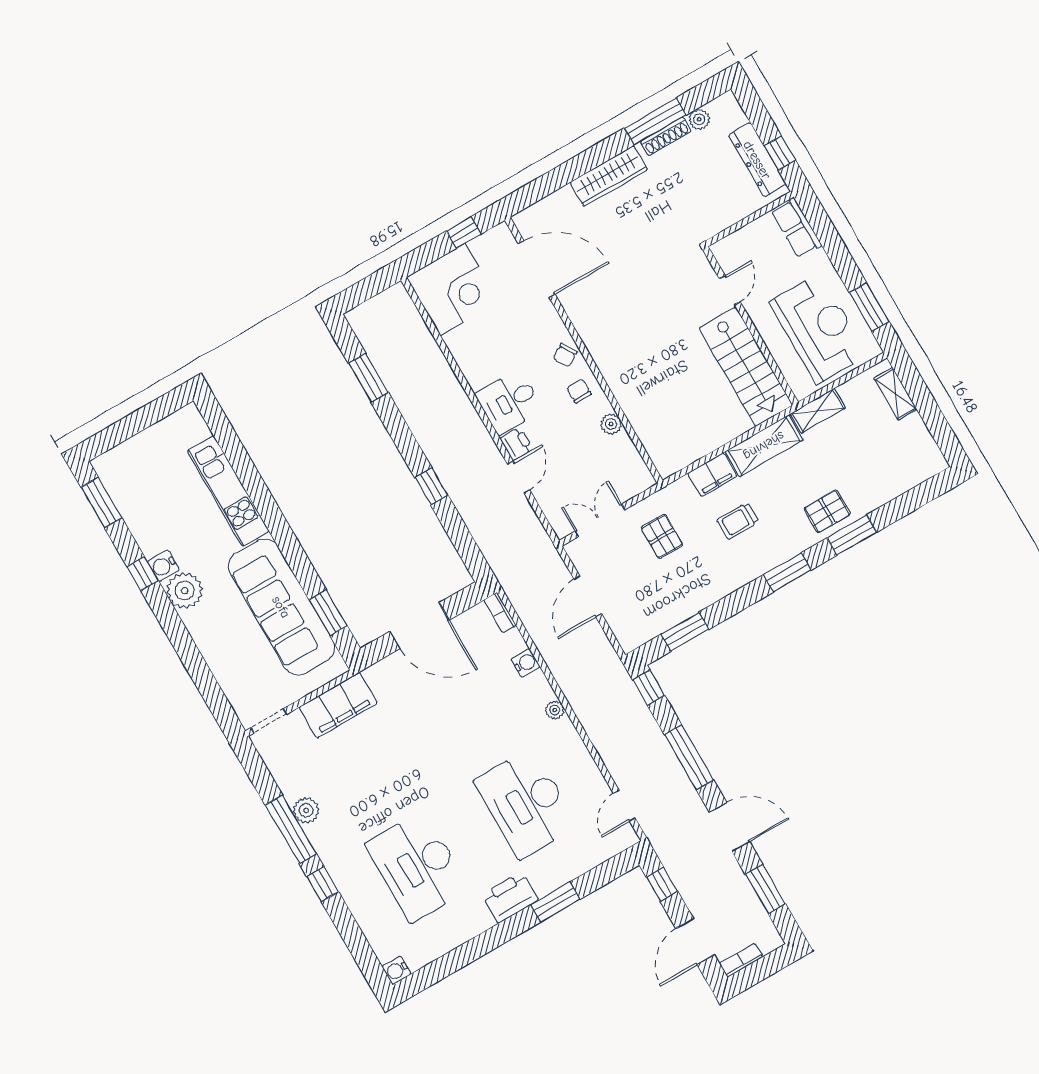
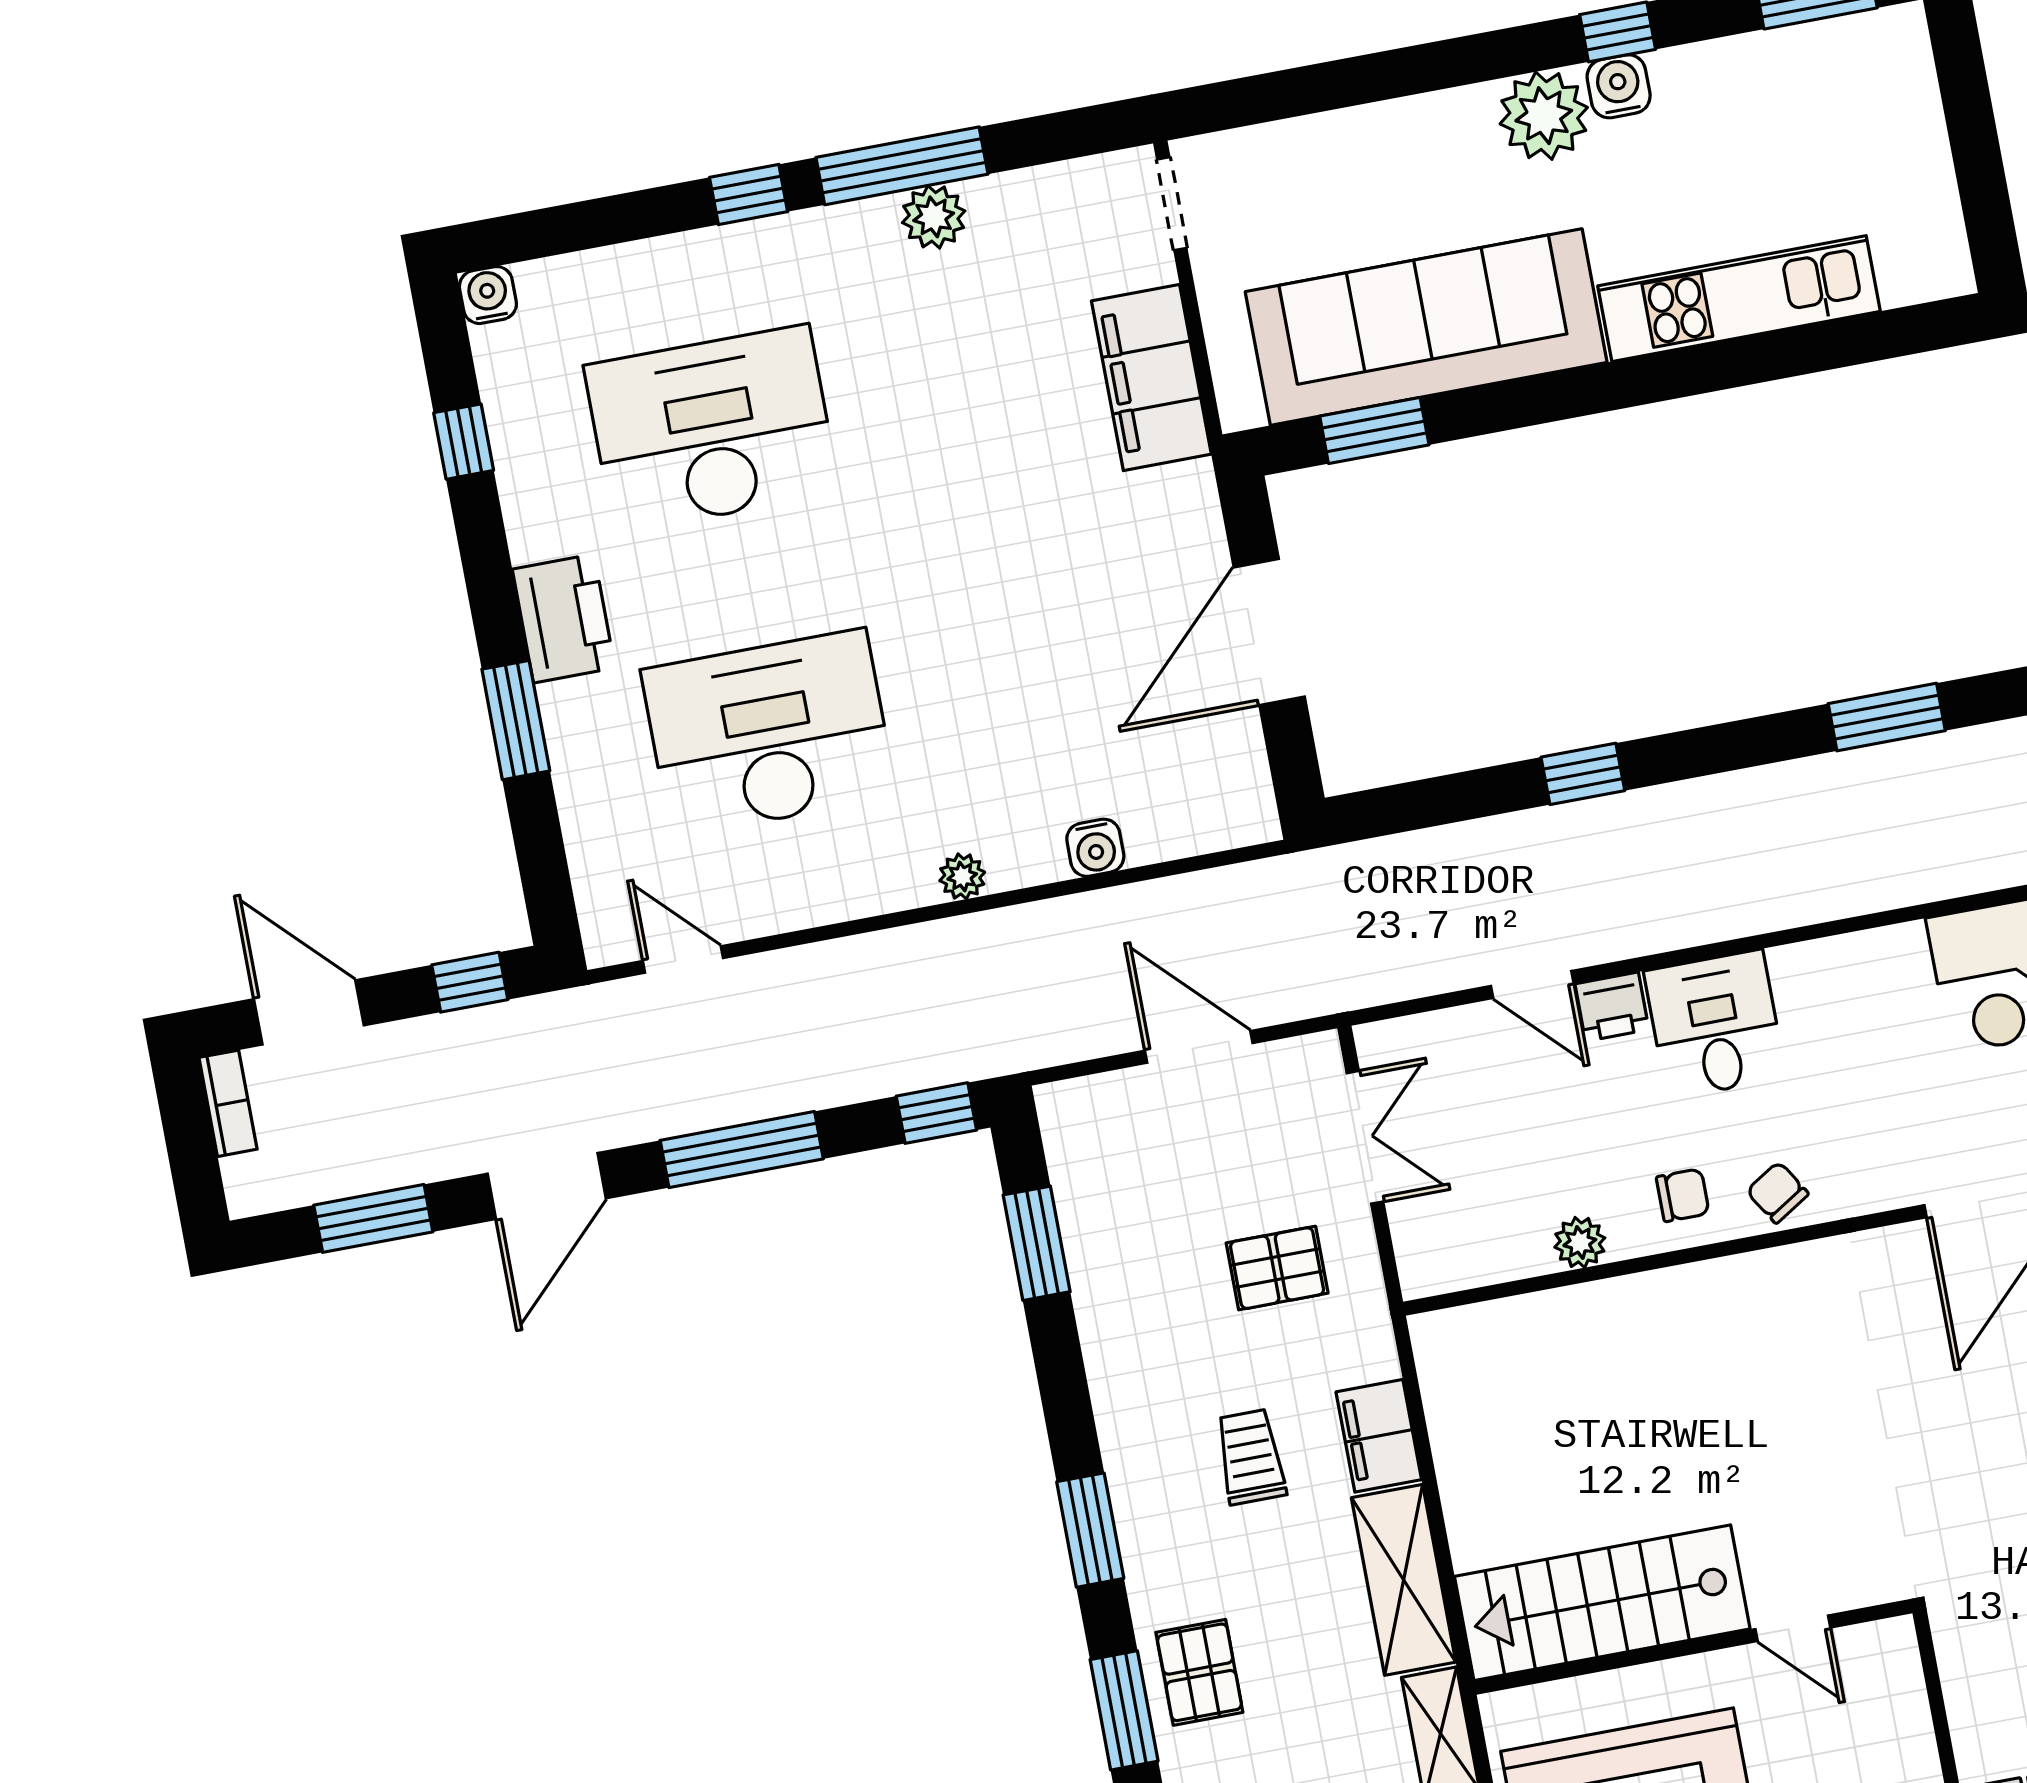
bookcase: (500, 613) -> (1233, 830), removed
window: (456, 960) -> (464, 442), added

